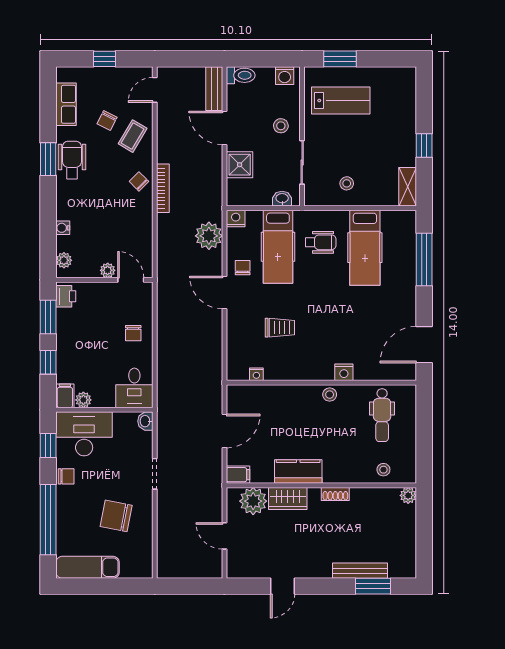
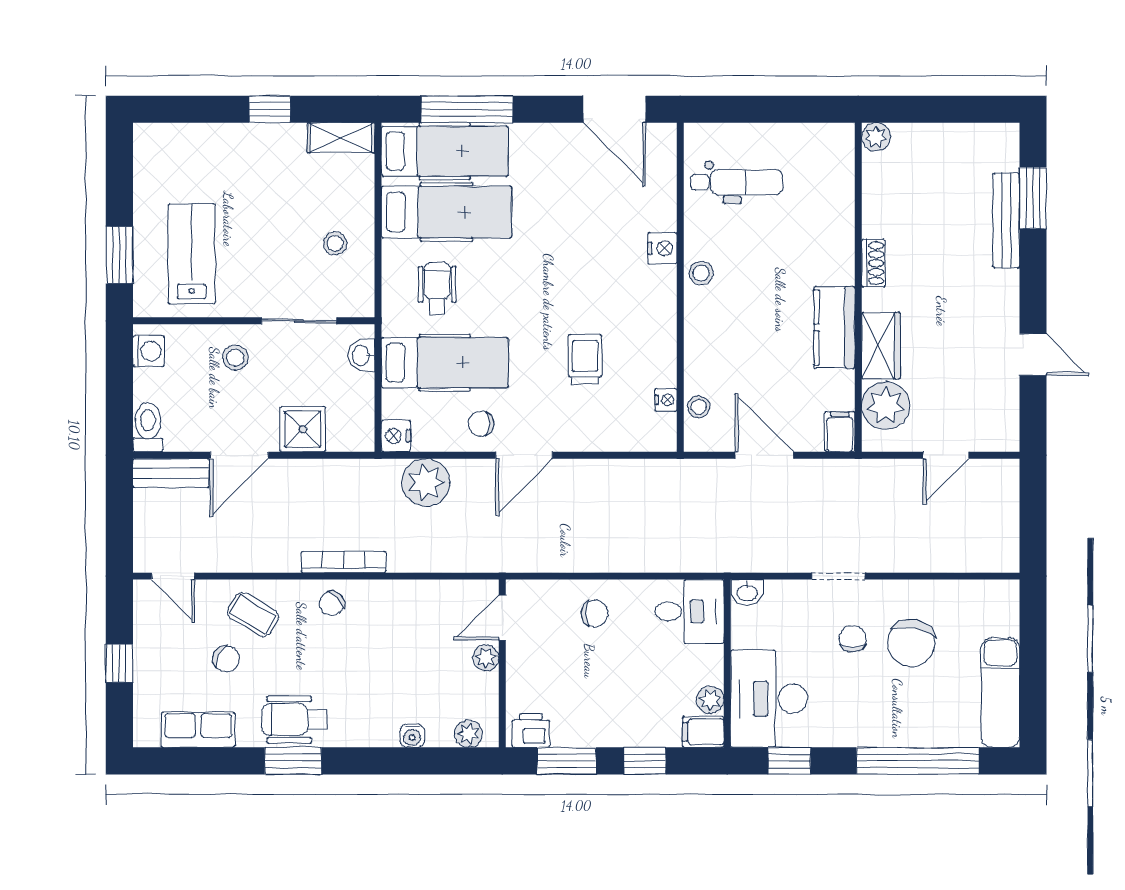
hospital bed: (400, 247) -> (445, 151), added
stool: (383, 470) -> (699, 407), moved
chair: (66, 476) -> (853, 639), moved

